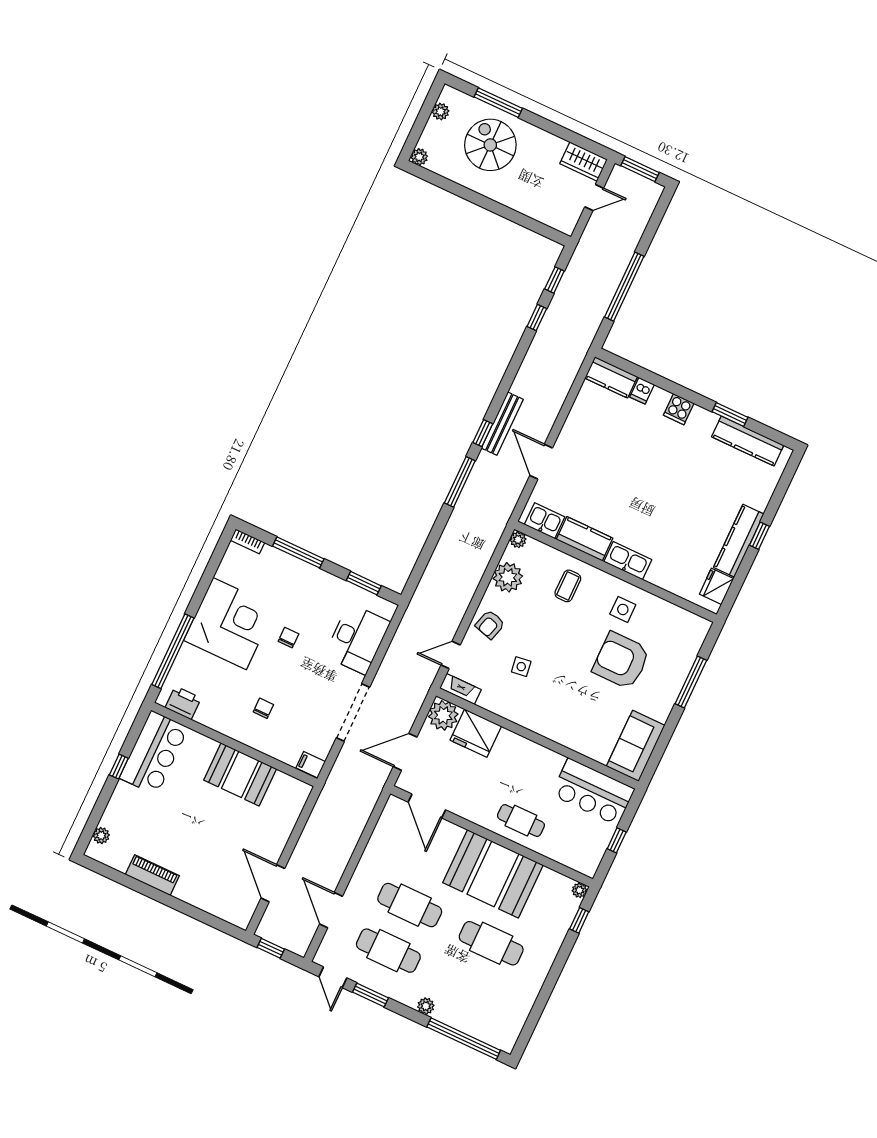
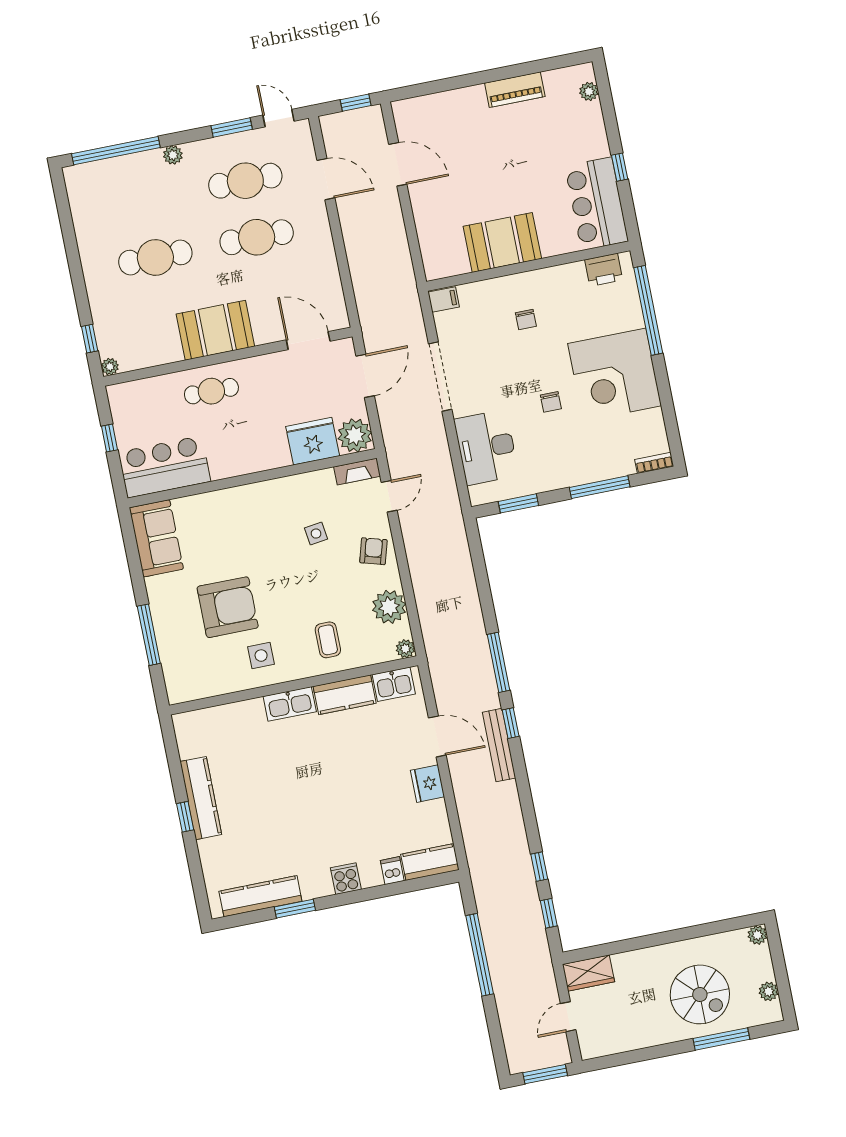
wardrobe: (584, 162) -> (588, 973), moved, turned 180
fridge: (717, 586) -> (427, 784), moved, turned 180
booth: (493, 874) -> (215, 330), width x0.73, depth x0.70

